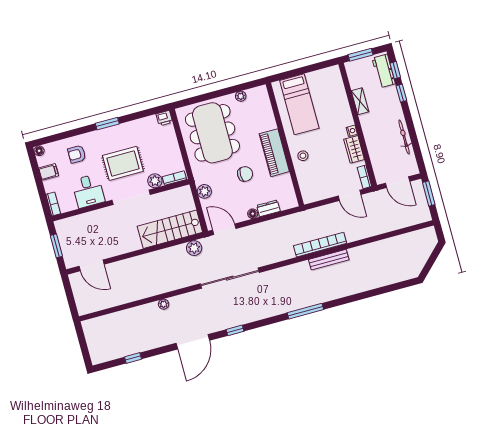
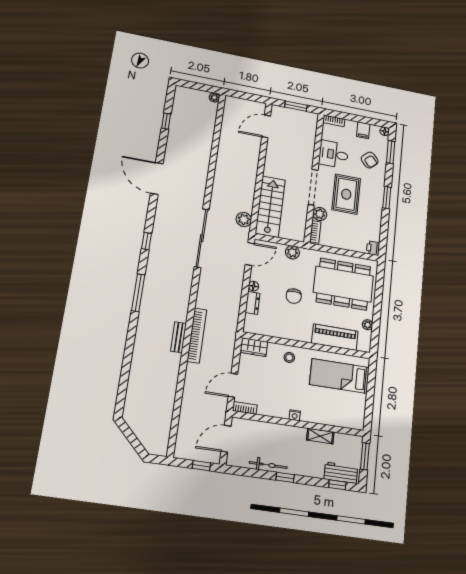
window: (401, 93) -> (285, 477), moved
window: (58, 137) -> (391, 152), added
wardrobe: (354, 149) -> (254, 347), moved, turned 180
piano: (274, 153) -> (335, 337), moved
armchair: (77, 154) -> (370, 160), turned 138
window: (429, 194) -> (201, 466), width x0.67
bench: (329, 260) -> (179, 337), width x0.73
plant: (164, 304) -> (214, 97), moved
window: (235, 330) -> (147, 241), moved

